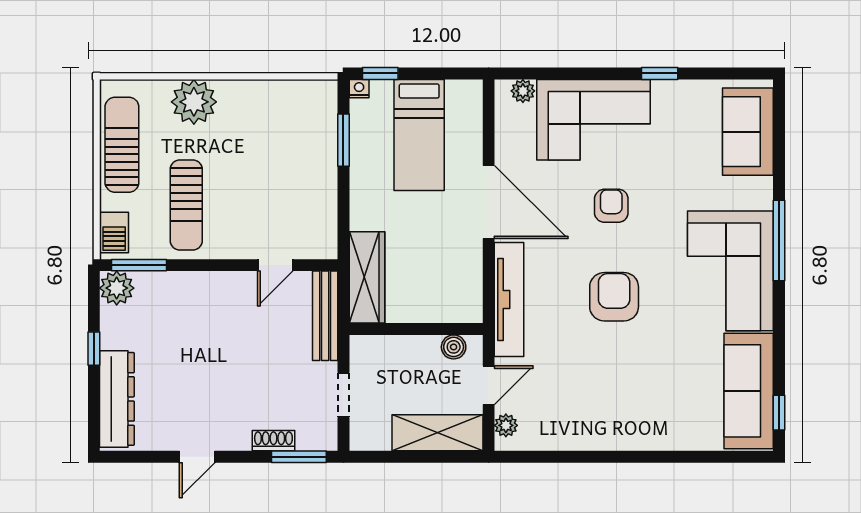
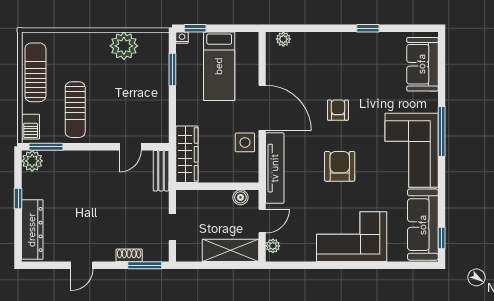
plant: (194, 102) -> (124, 46), moved
corner sofa: (594, 120) -> (352, 237), moved, turned 180
side table: (461, 258) -> (245, 142), added
bench: (325, 316) -> (161, 171), width x0.73

